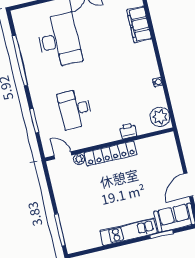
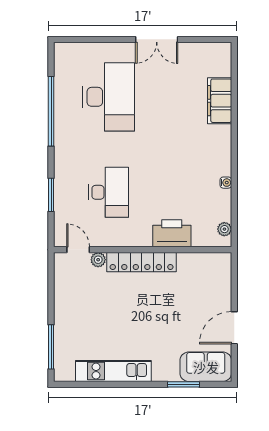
desk: (75, 109) -> (109, 192), turned 180
plant: (160, 117) -> (224, 229), width x0.53, depth x0.53
printer: (128, 131) -> (172, 233), width x1.87, depth x1.48
kitchen unit: (129, 232) -> (113, 371), moved

